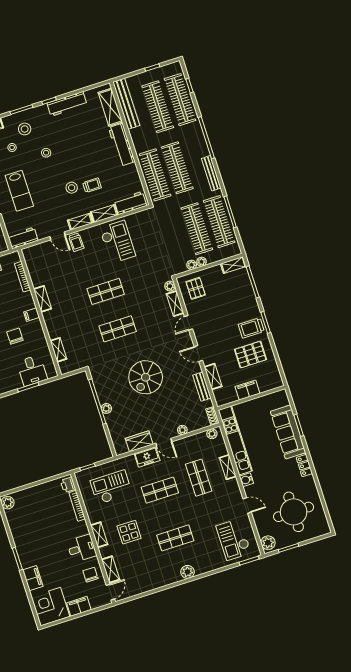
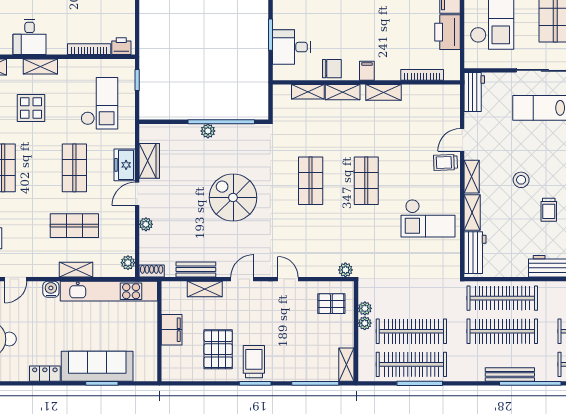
bench: (211, 173) -> (510, 375), moved
trolley: (92, 185) -> (549, 210), moved
shelving: (175, 304) -> (343, 92), moved
chair: (15, 336) -> (332, 69), moved

